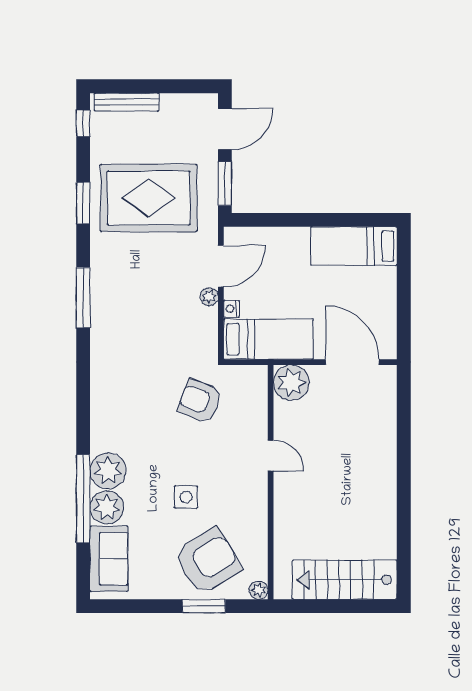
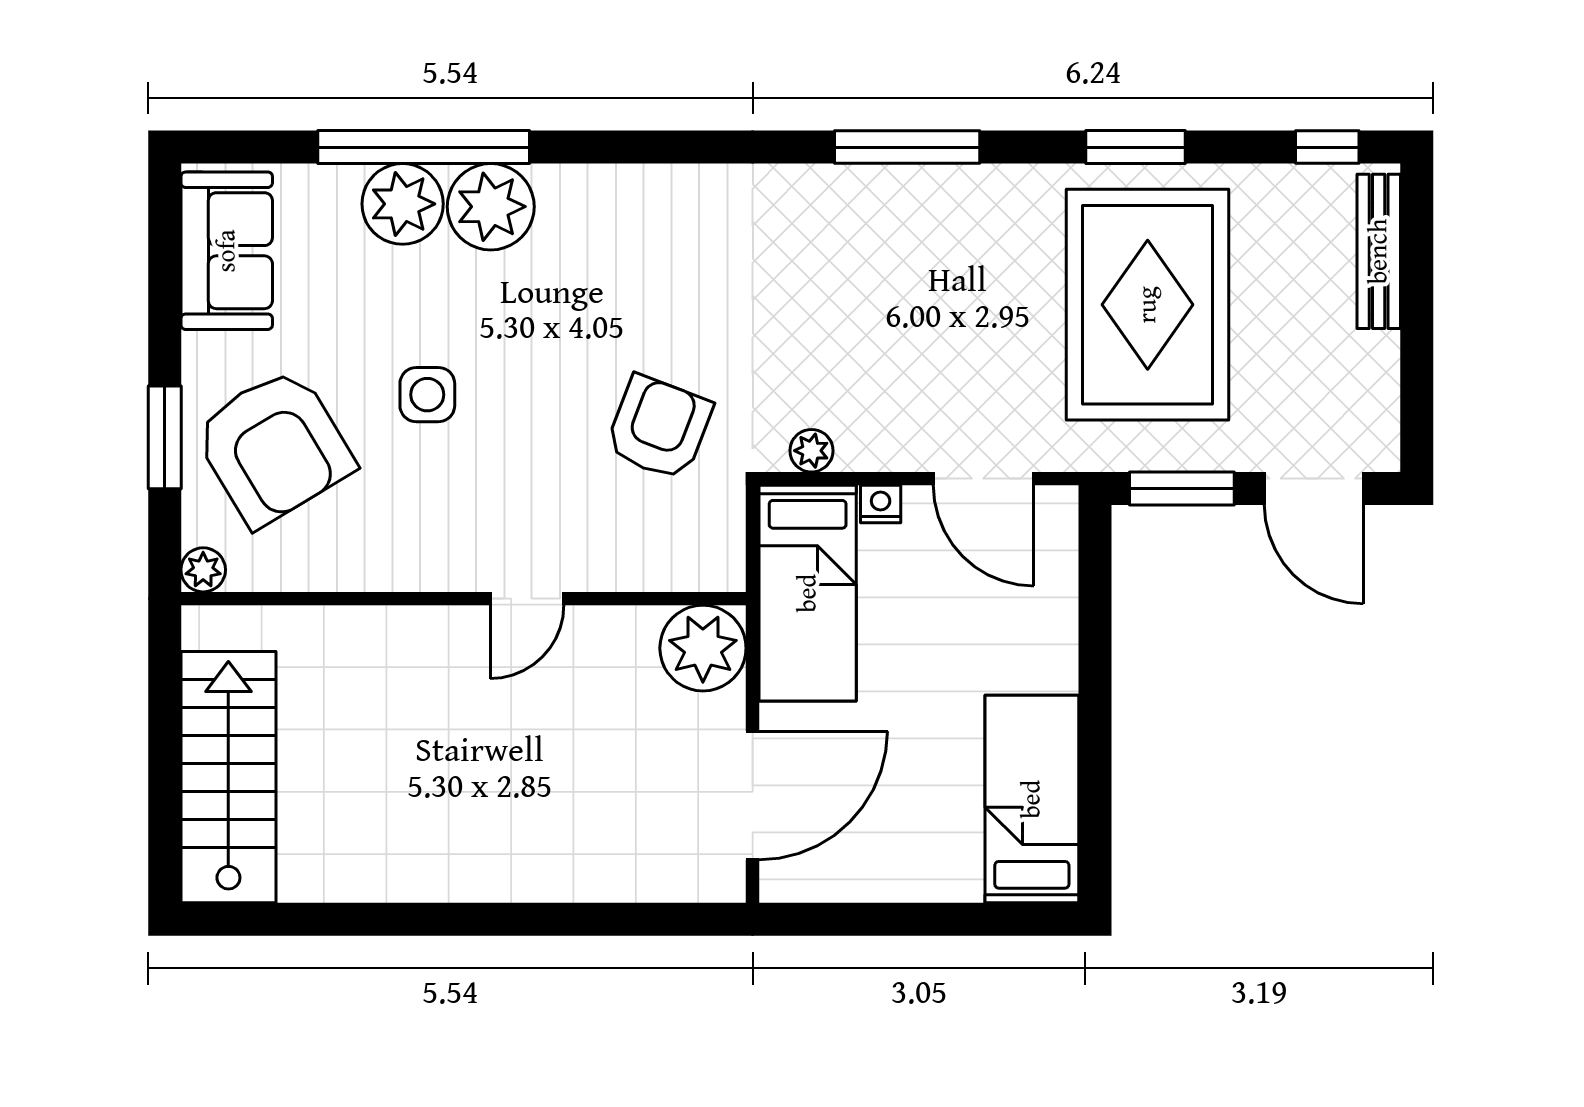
plant: (209, 297) -> (811, 451), moved
sofa: (109, 559) -> (227, 251), moved, turned -90

